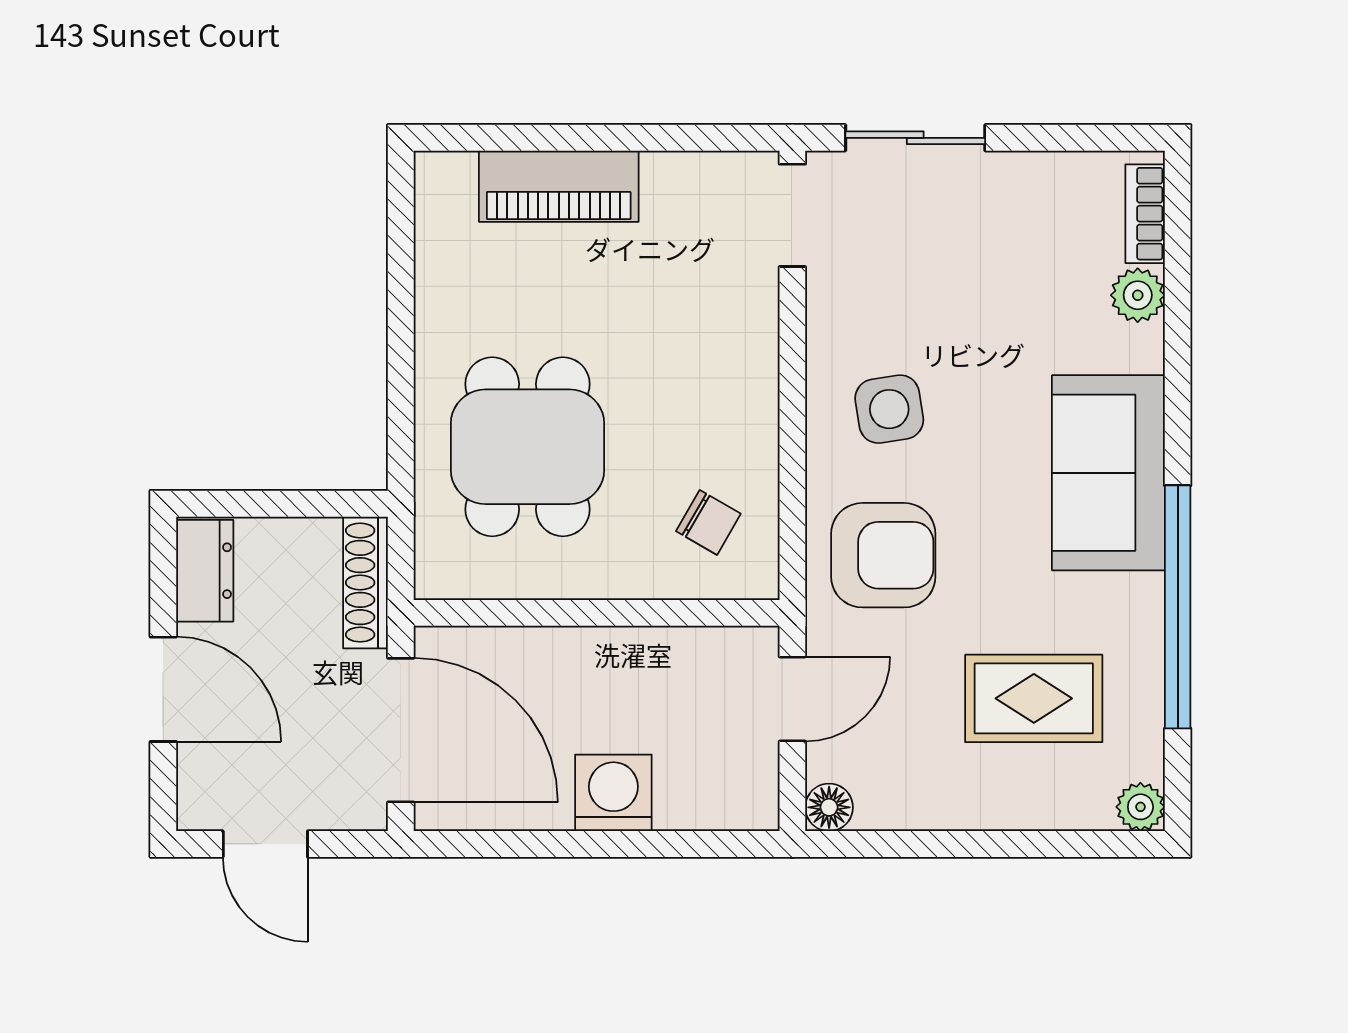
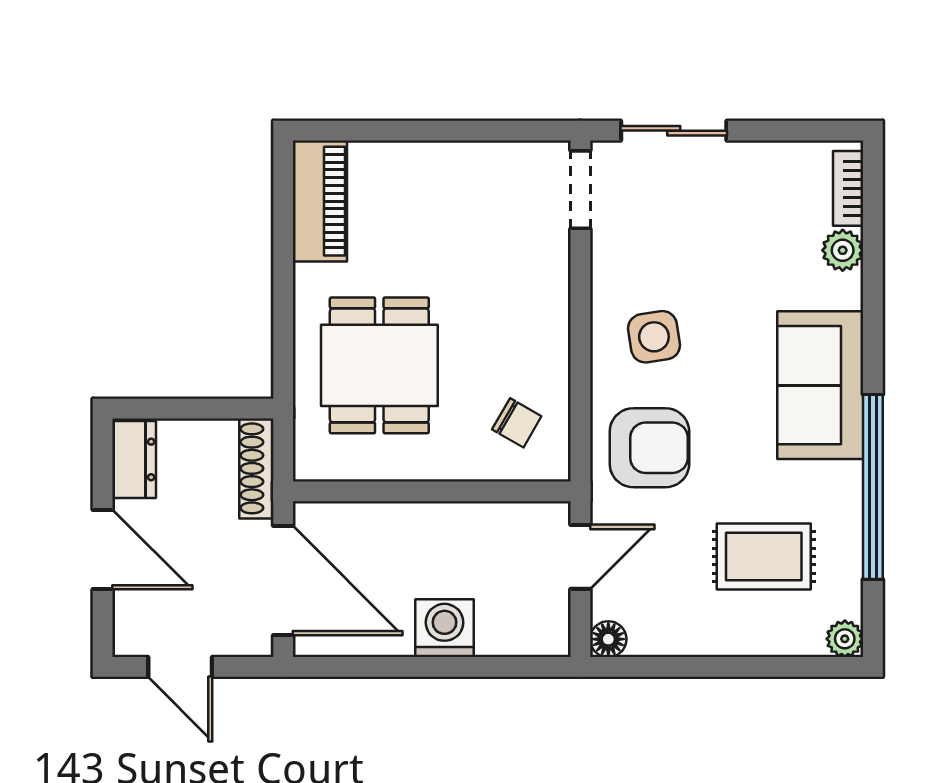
piano: (559, 186) -> (320, 201), moved, turned -90

